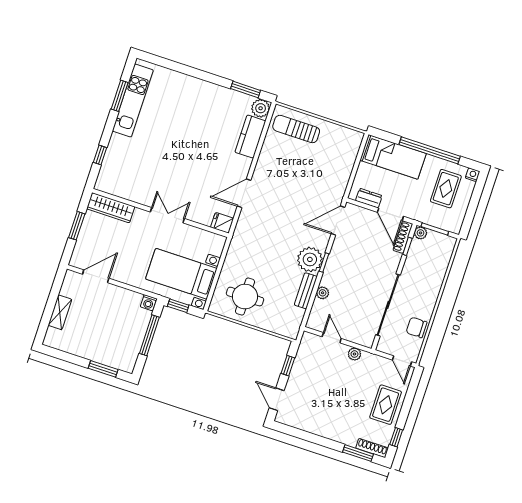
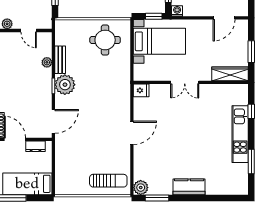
kitchen unit: (133, 101) -> (240, 134), moved
kitchen counter: (250, 137) -> (189, 187), moved, turned -90
door: (244, 193) -> (132, 133), moved

